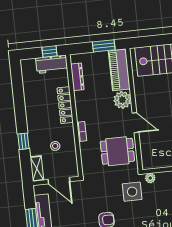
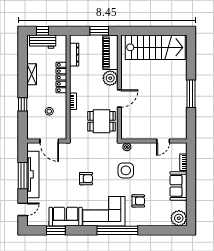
window: (50, 52) -> (43, 31), moved
workbench: (52, 64) -> (43, 42), moved
door: (135, 123) -> (119, 99), hinge flipped
shelving: (37, 169) -> (32, 74), moved
side table: (132, 192) -> (126, 170), moved

